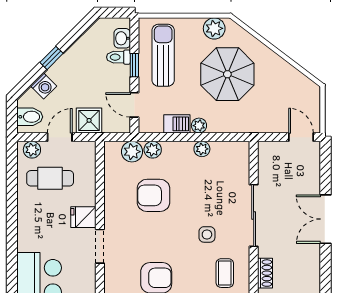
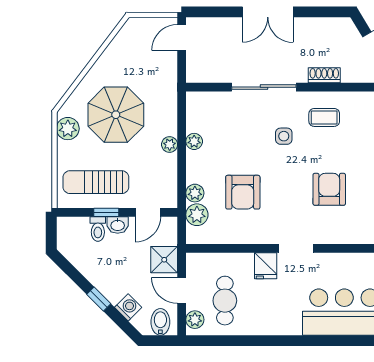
washbasin: (122, 38) -> (118, 225), moved
barbecue: (177, 124) -> (168, 168), removed

